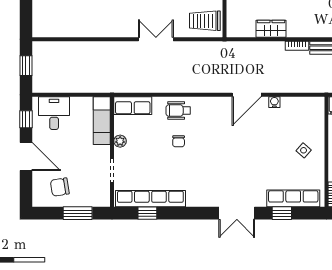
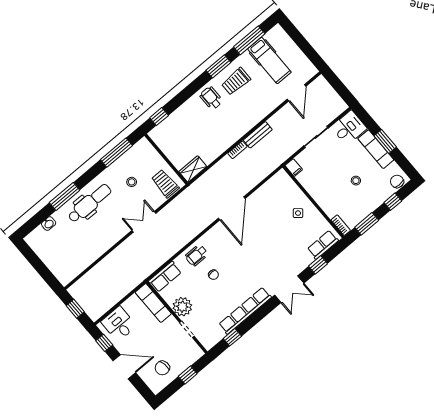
trolley: (205, 21) -> (165, 184), turned 90
wardrobe: (271, 29) -> (193, 169), moved
door: (247, 95) -> (232, 208), width x1.36
water cooler: (274, 102) -> (253, 198), removed
plant: (120, 141) -> (182, 307), width x1.88, depth x1.88
row of seats: (293, 198) -> (323, 245), width x0.68
row of seats: (150, 199) -> (245, 311), moved
window: (78, 213) -> (188, 375), width x0.67

